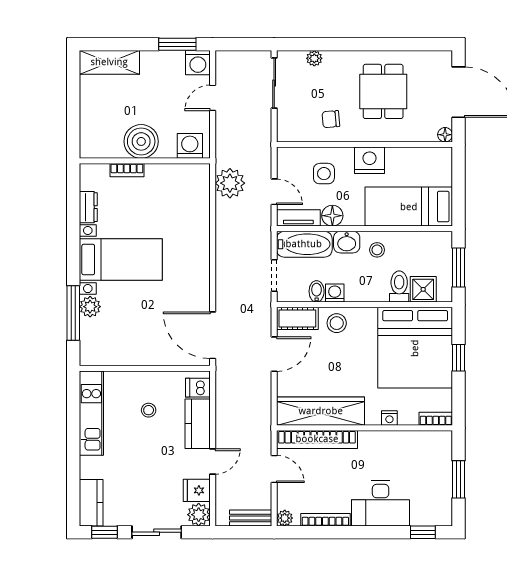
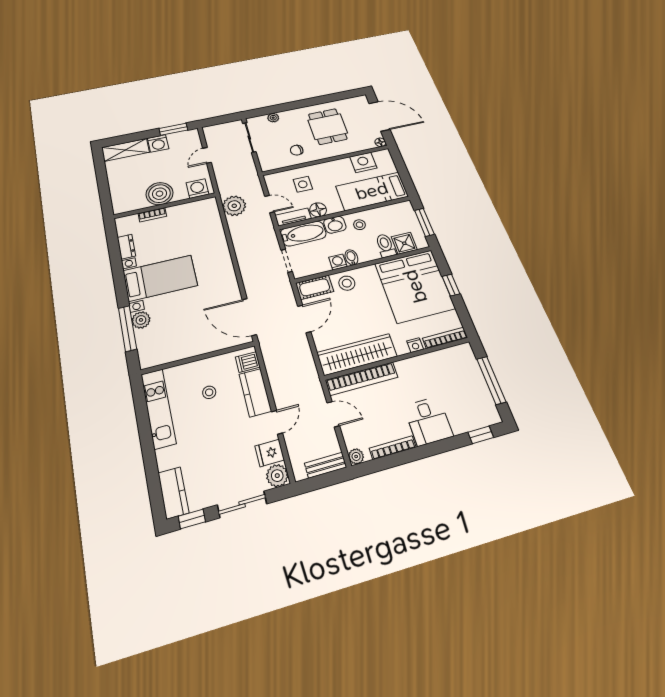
washing machine: (198, 63) -> (158, 143), moved
nightstand: (370, 160) -> (363, 162), moved
bidet: (317, 291) -> (351, 257), moved
bookcase: (436, 419) -> (445, 338), width x1.56
window: (459, 479) -> (491, 380), width x1.44
desk: (381, 503) -> (428, 421), width x0.73

